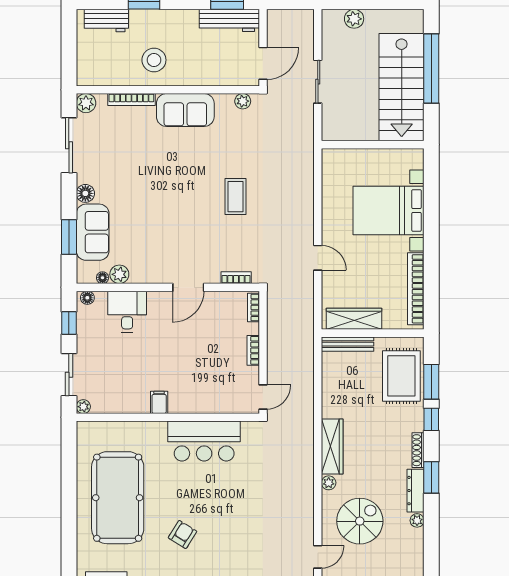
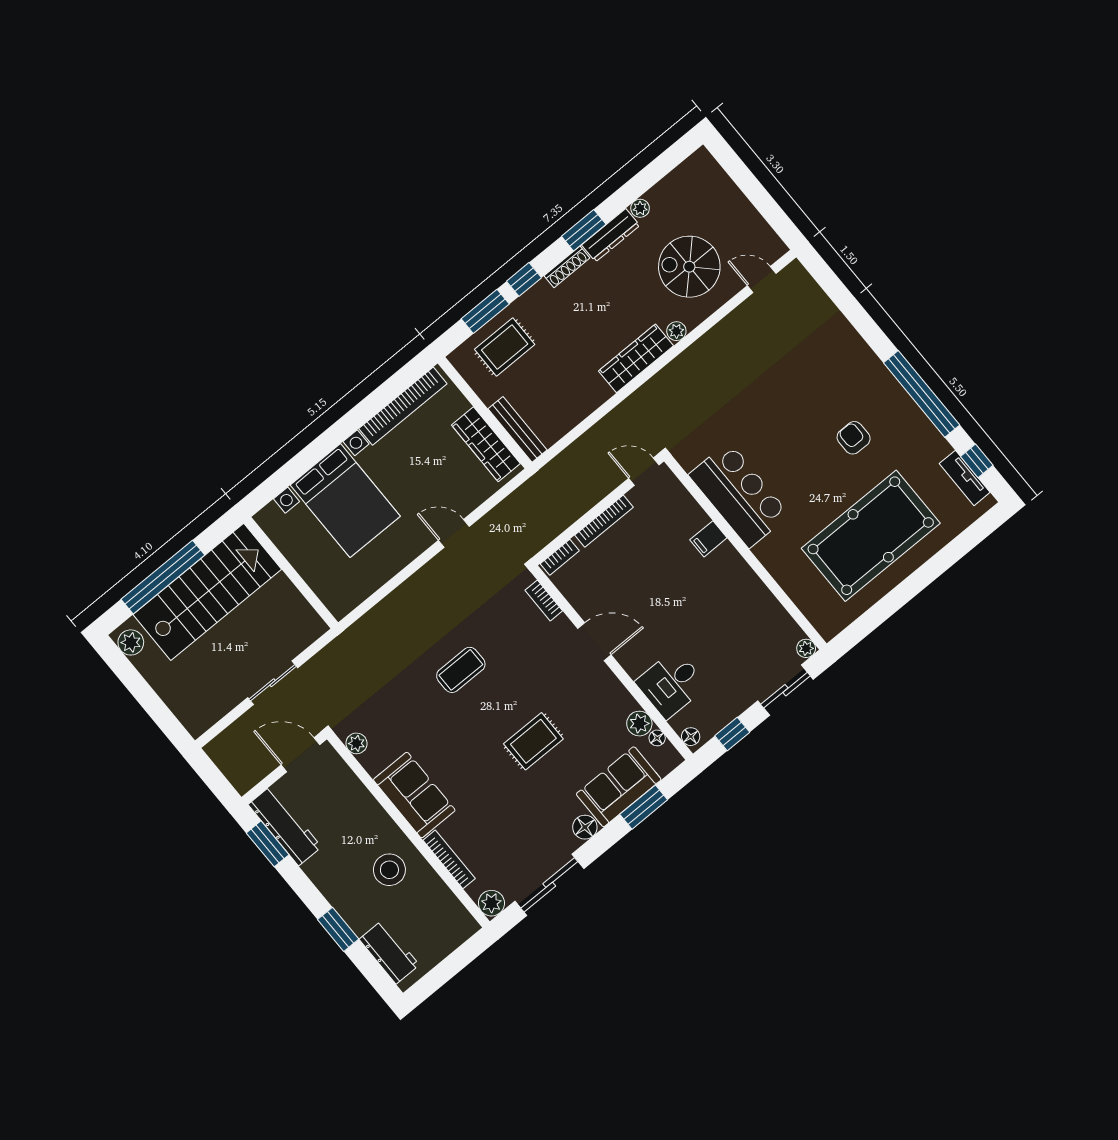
plant: (354, 19) -> (131, 642), moved
rug: (160, 205) -> (533, 741), added
door: (318, 258) -> (454, 533), hinge flipped
bookcase: (253, 350) -> (604, 521), width x1.56
rug: (401, 376) -> (505, 347), width x0.73, depth x0.70
filing cabinet: (159, 402) -> (708, 539), moved
armchair: (182, 534) -> (854, 438), turned 58

